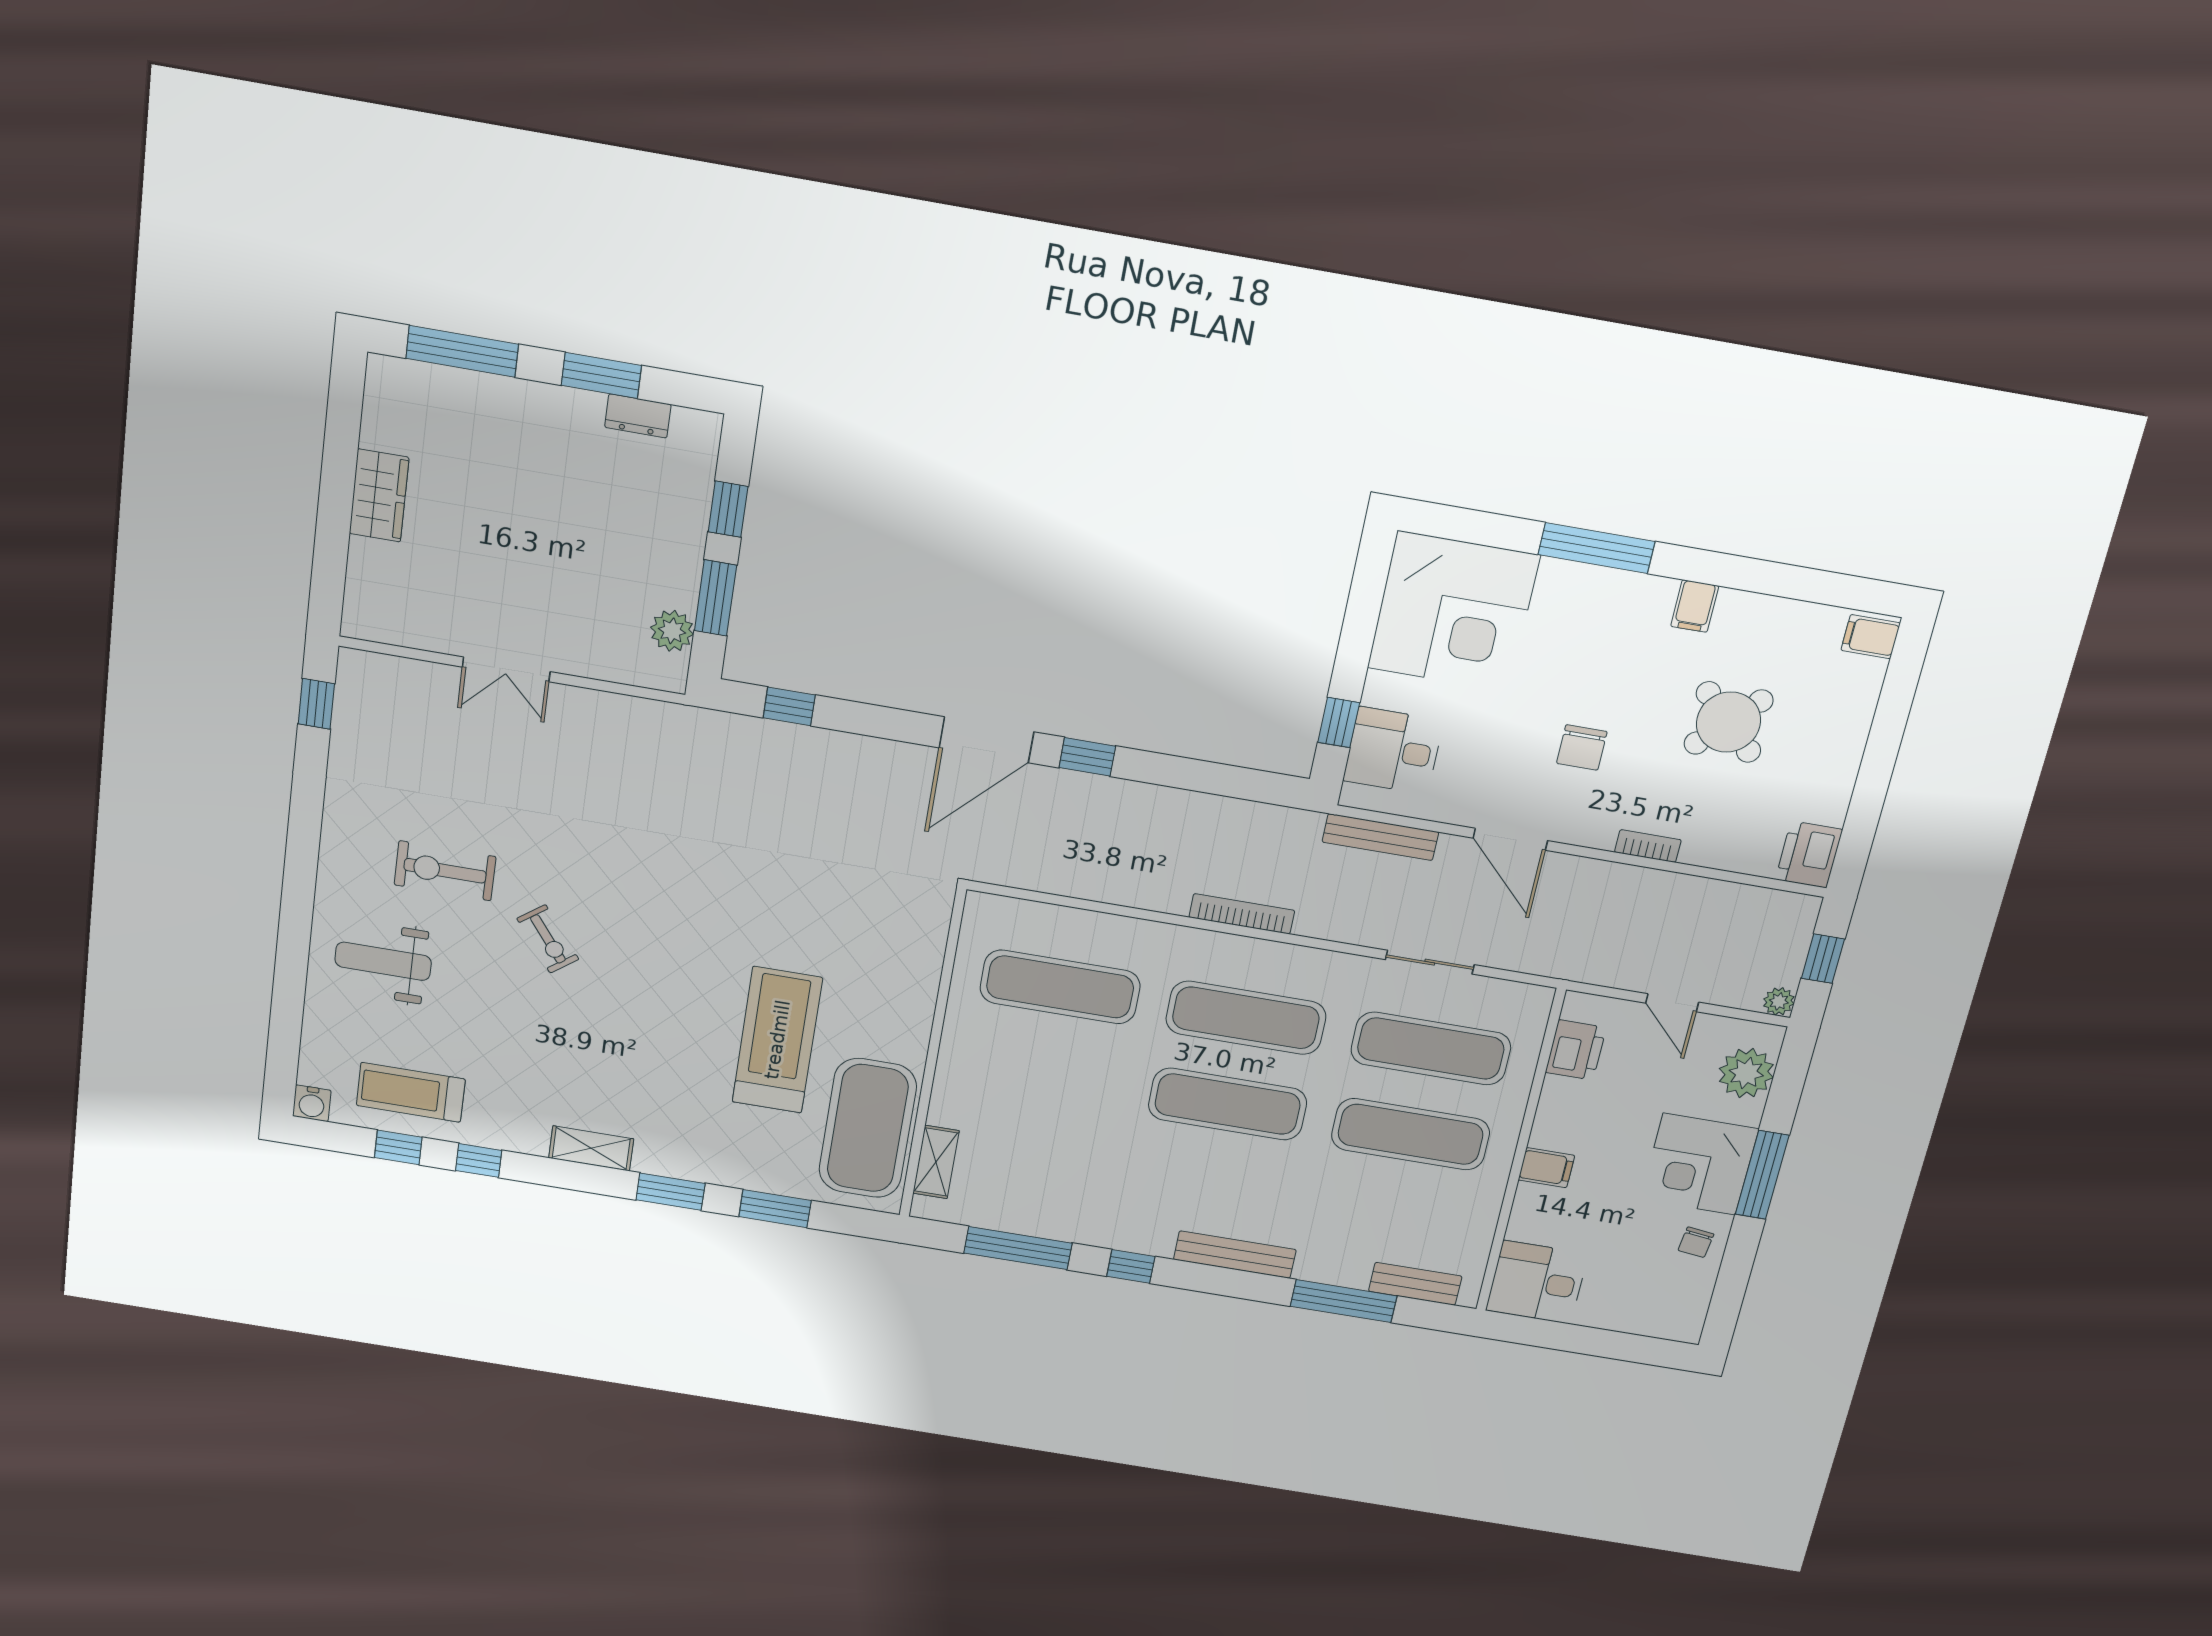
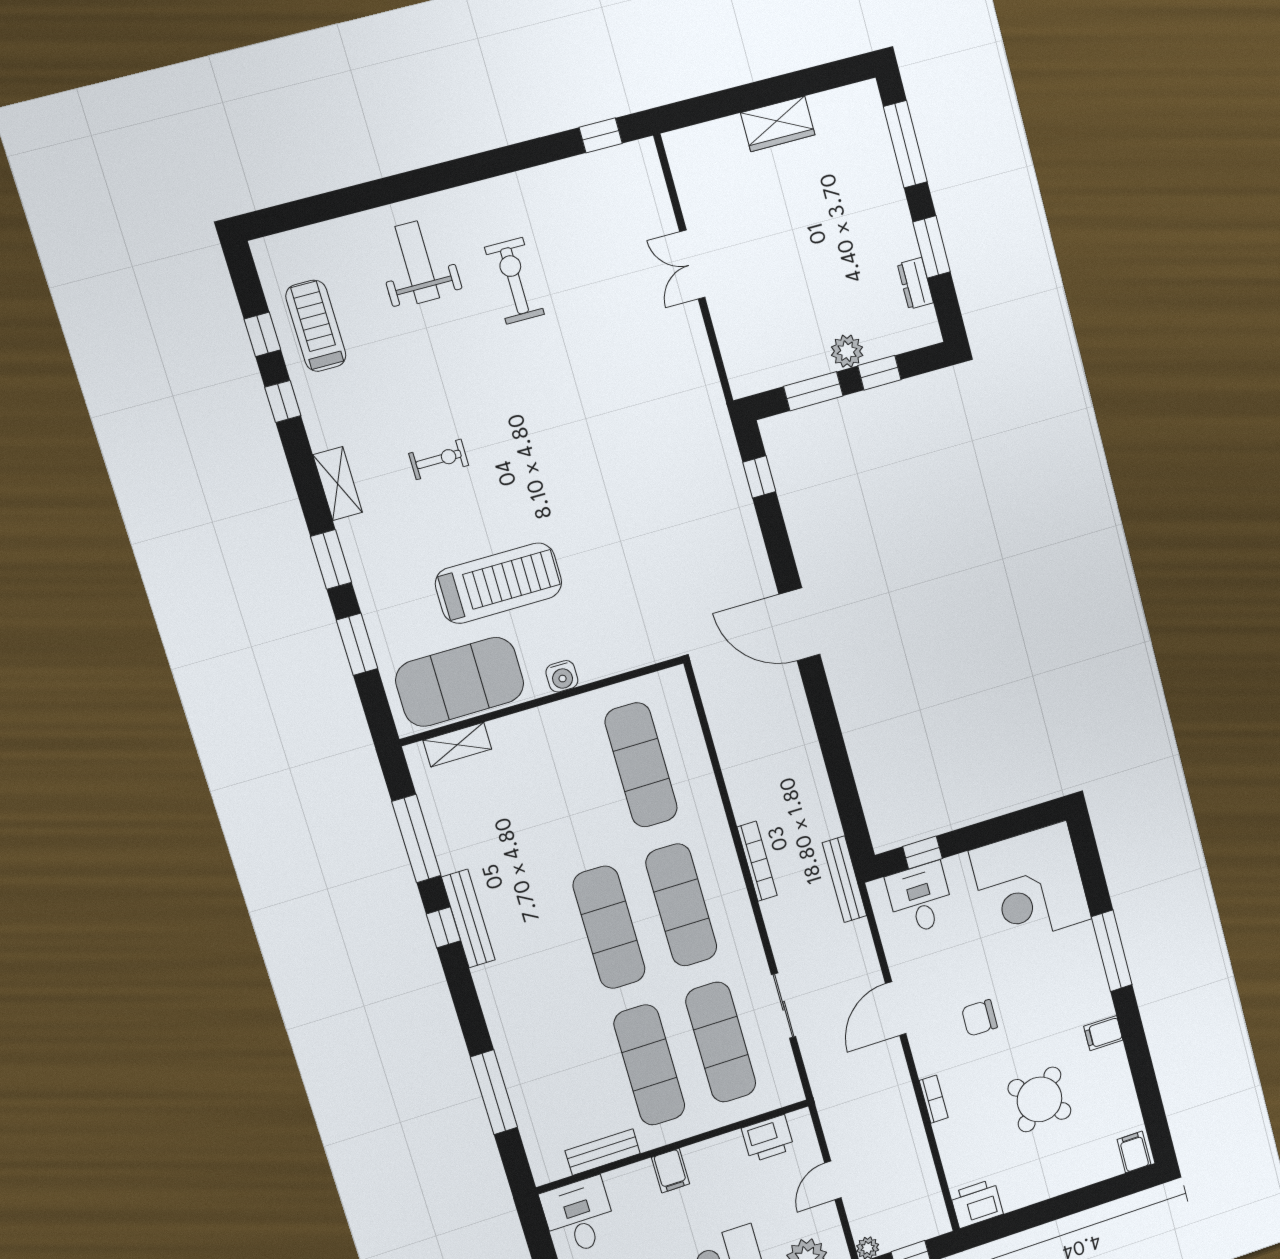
plant: (672, 631) -> (847, 351), moved
window: (1087, 757) -> (820, 699), removed
bench: (1380, 837) -> (844, 879), moved
exercise bike: (548, 939) -> (439, 459), moved, turned -143
water cooler: (312, 1103) -> (562, 676), moved, turned -90
bench: (1235, 1255) -> (468, 919), moved
bench: (1415, 1284) -> (603, 1152), moved, turned 90

